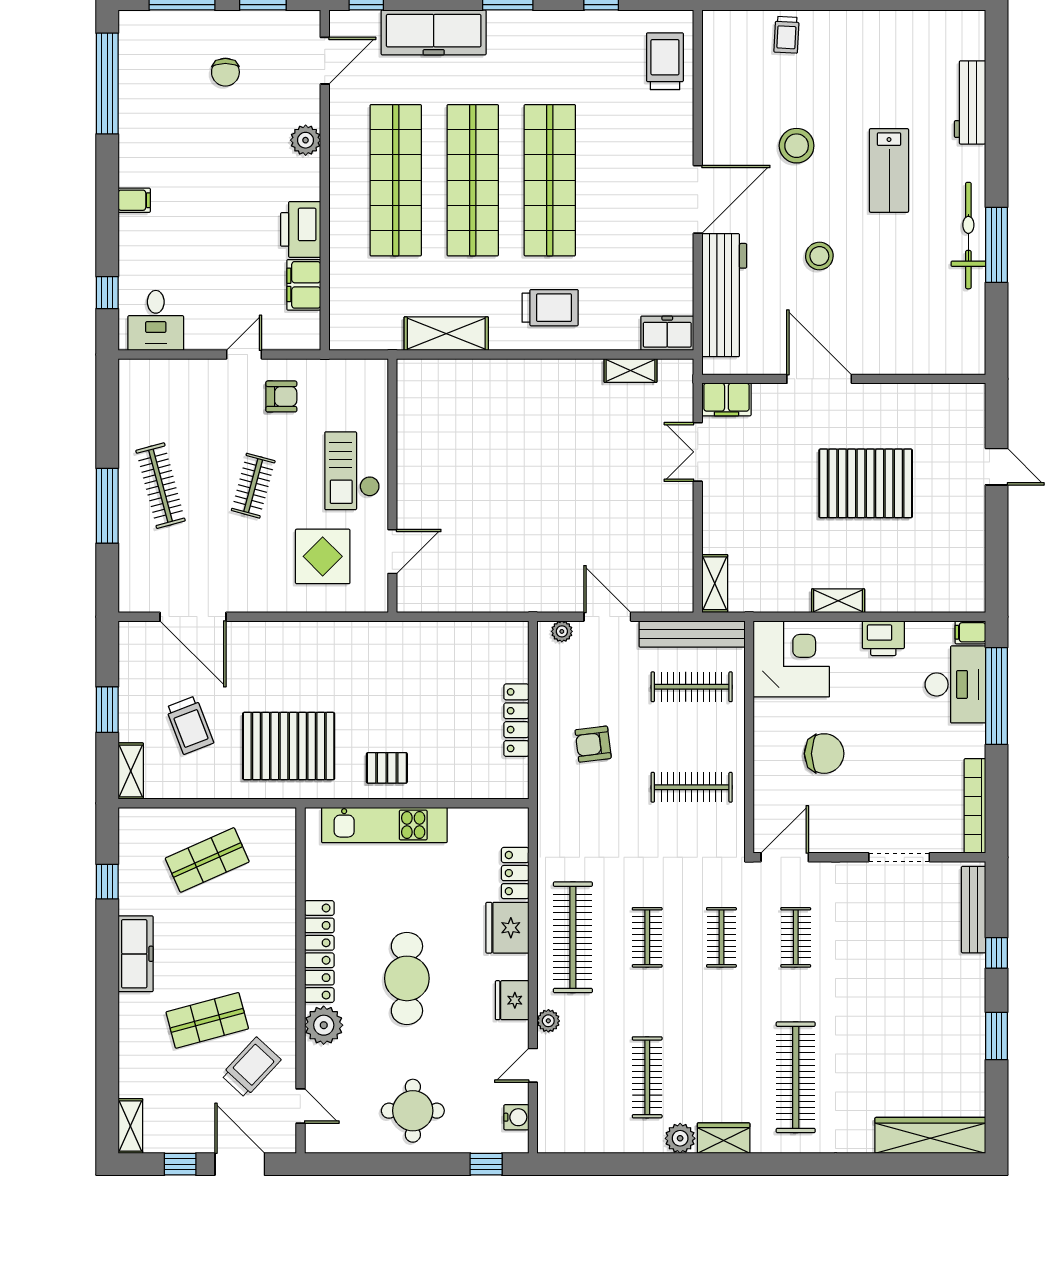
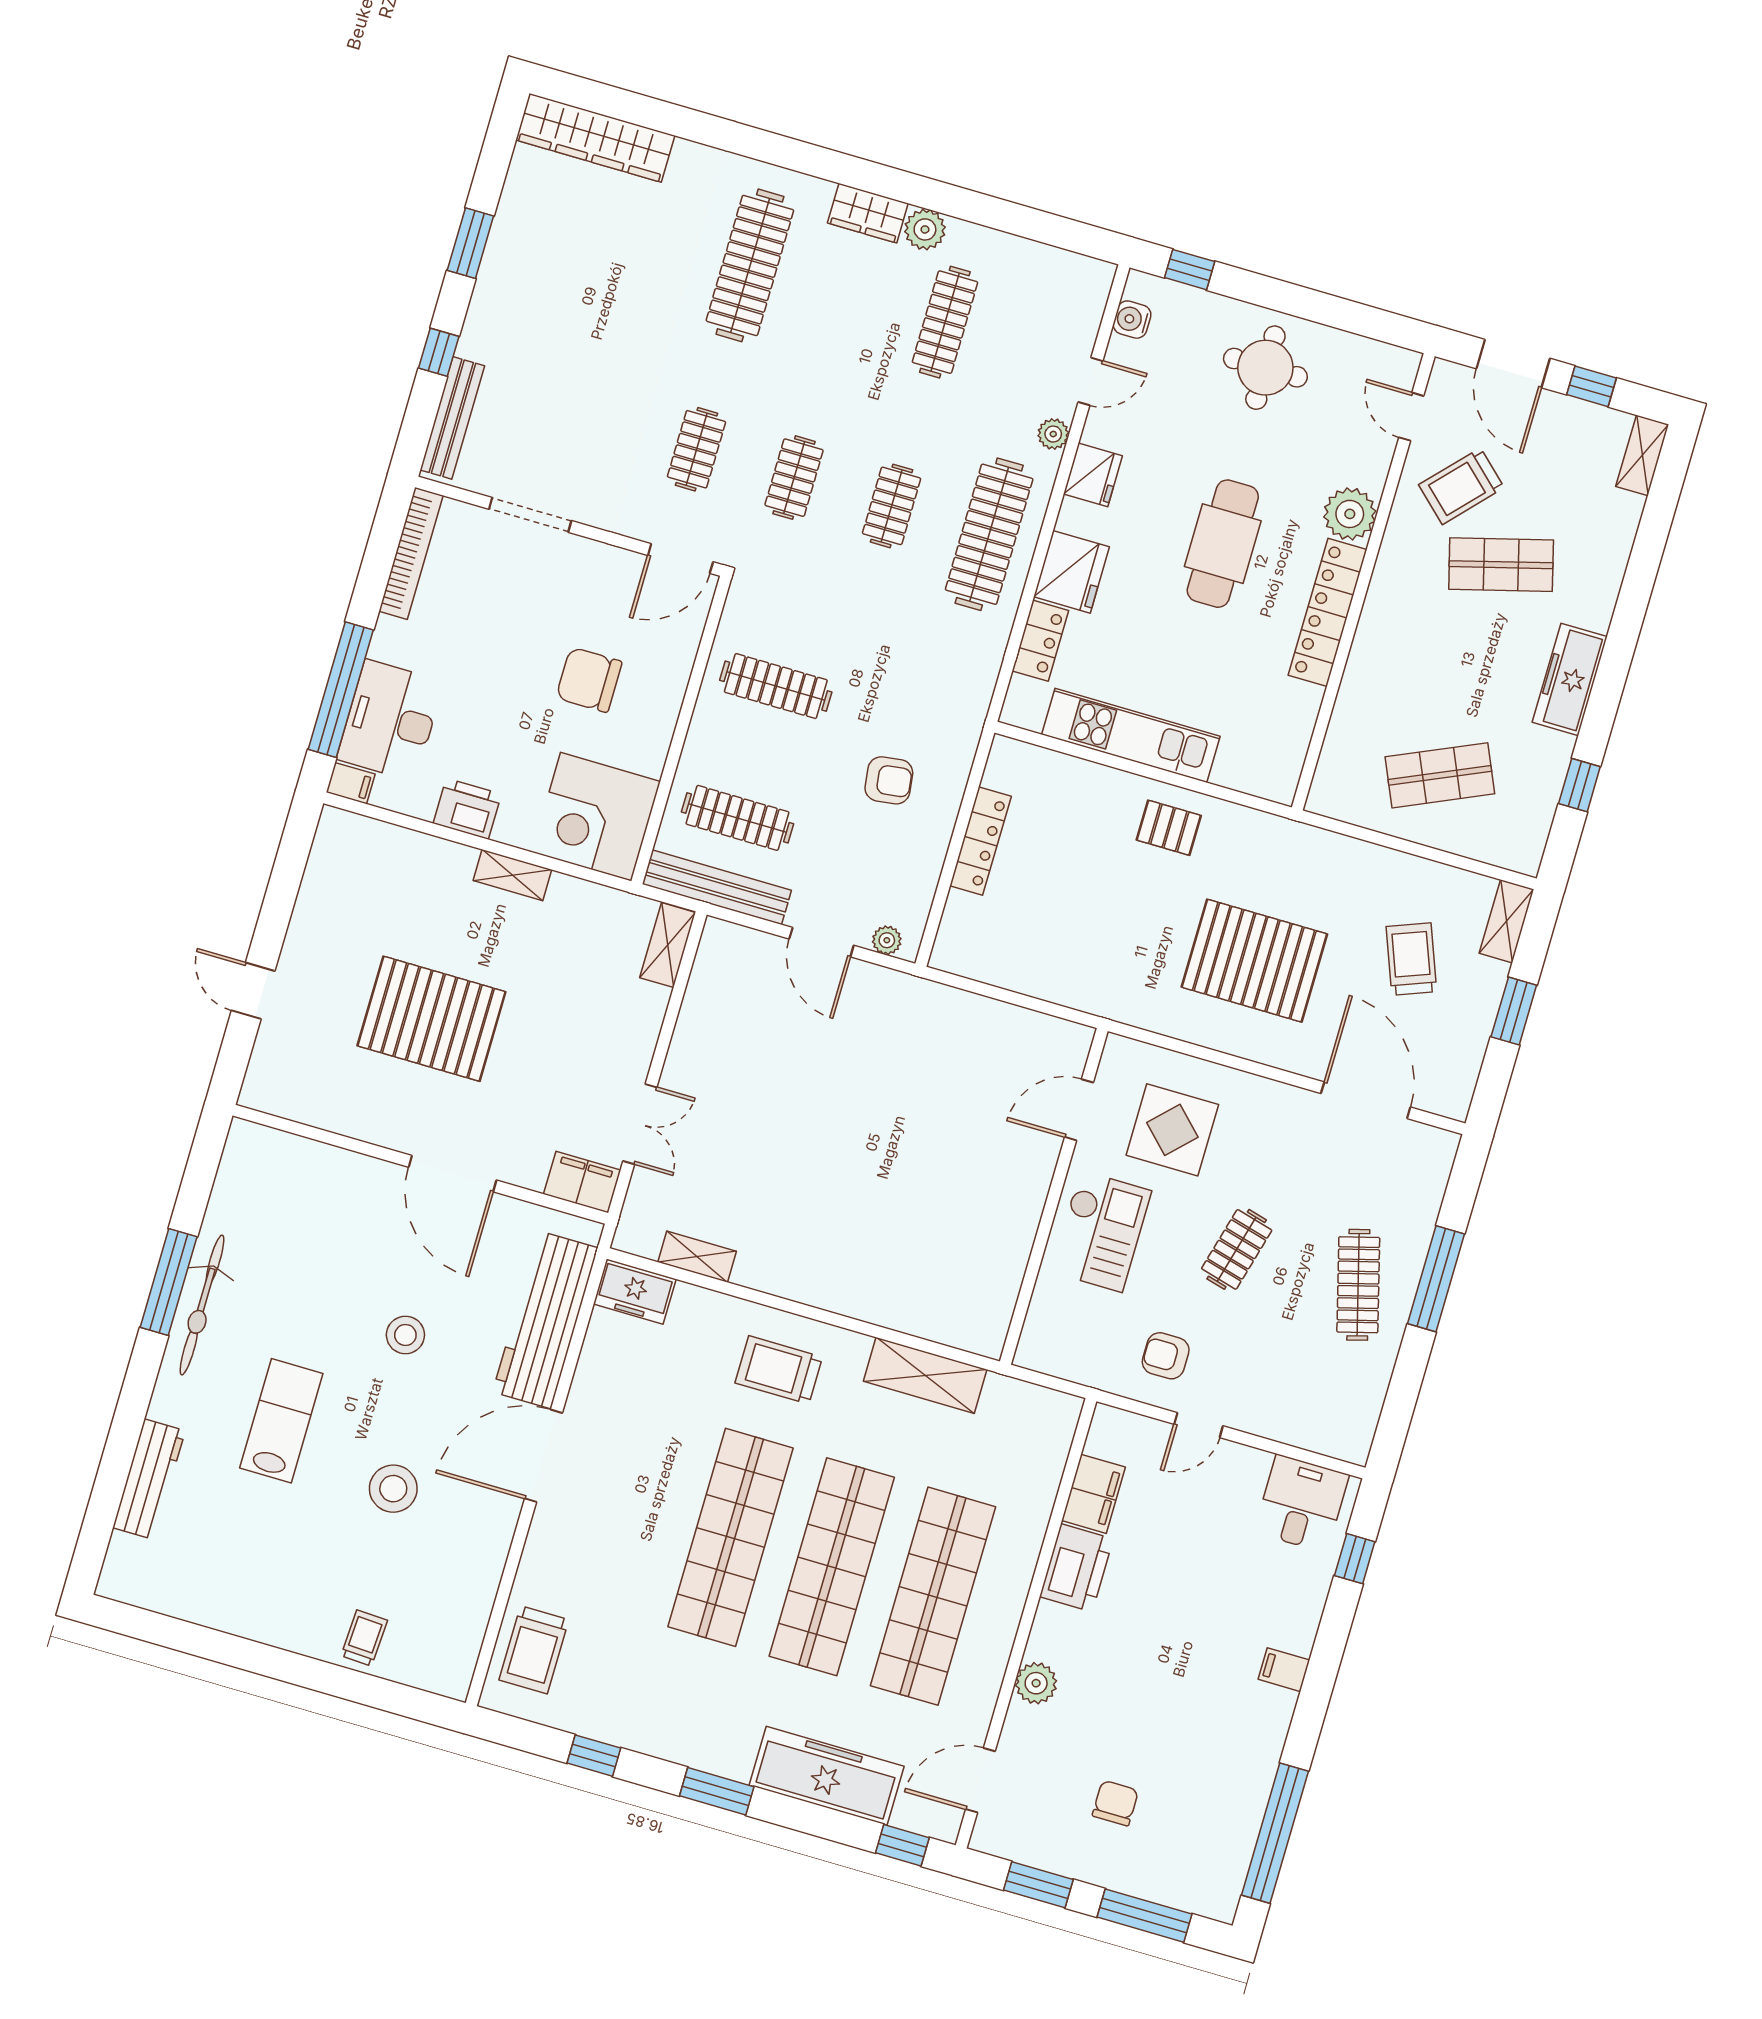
pallet: (289, 746) -> (1254, 961), moved
kitchen unit: (384, 825) -> (1131, 735), moved

